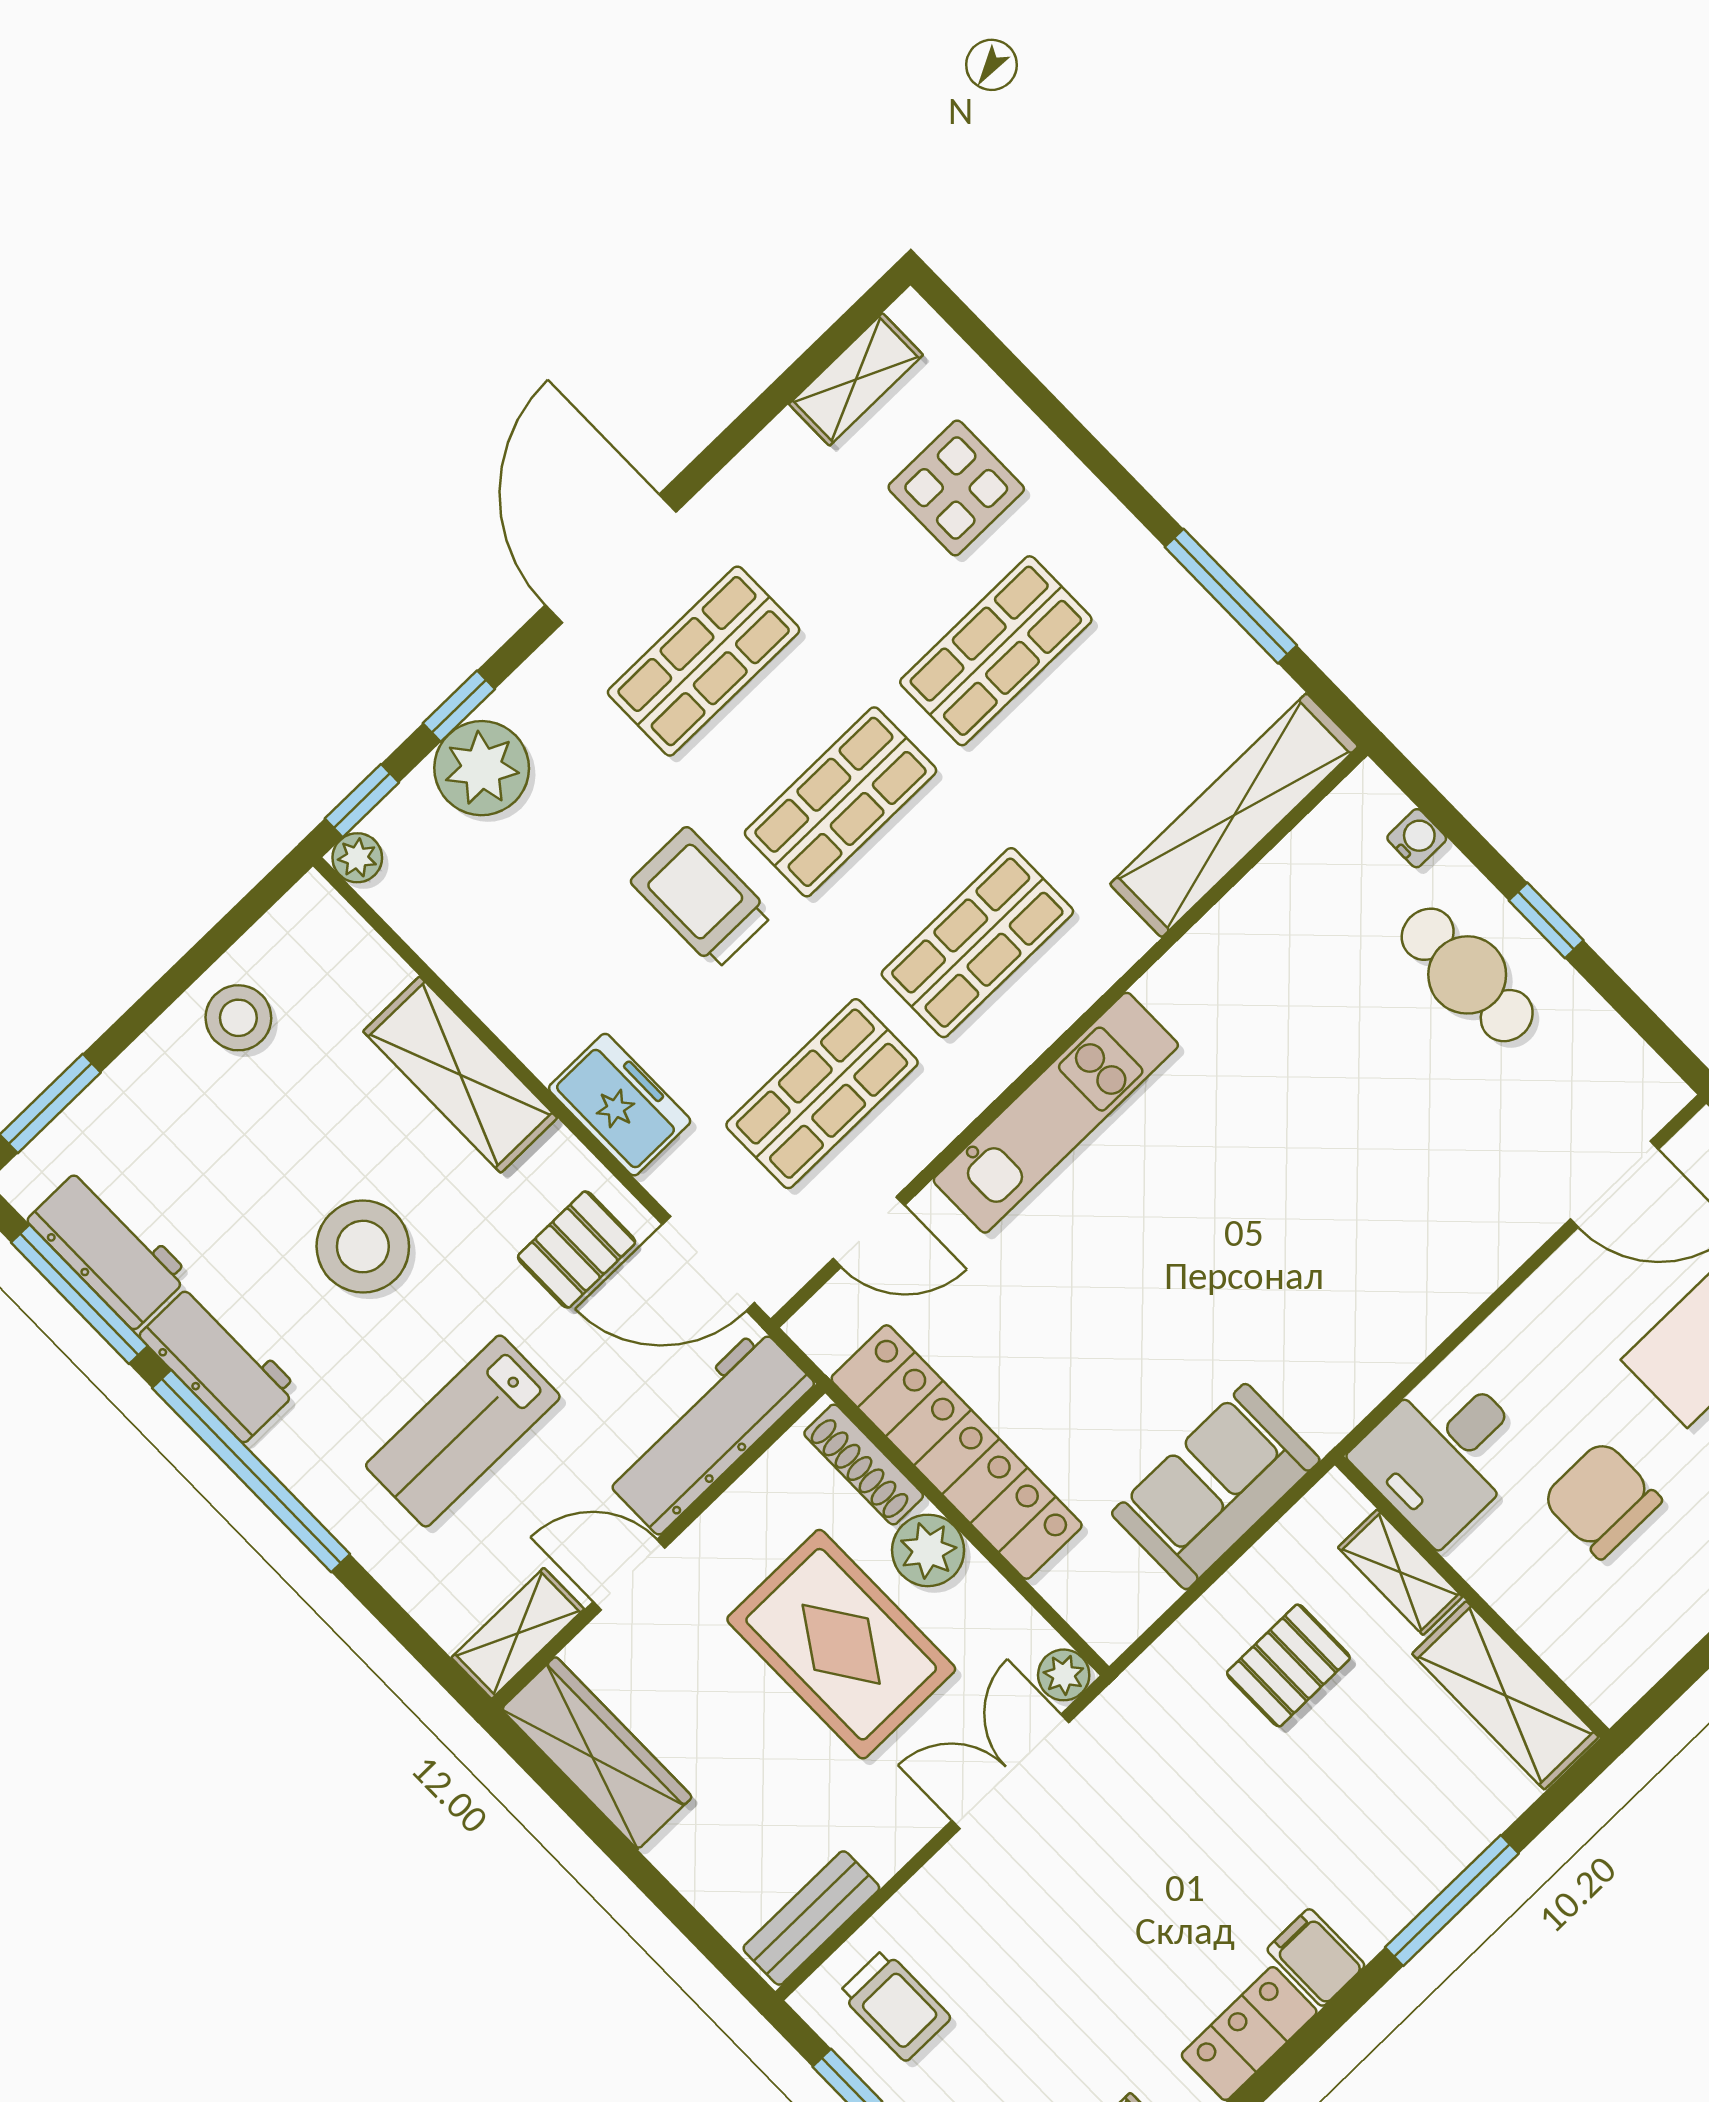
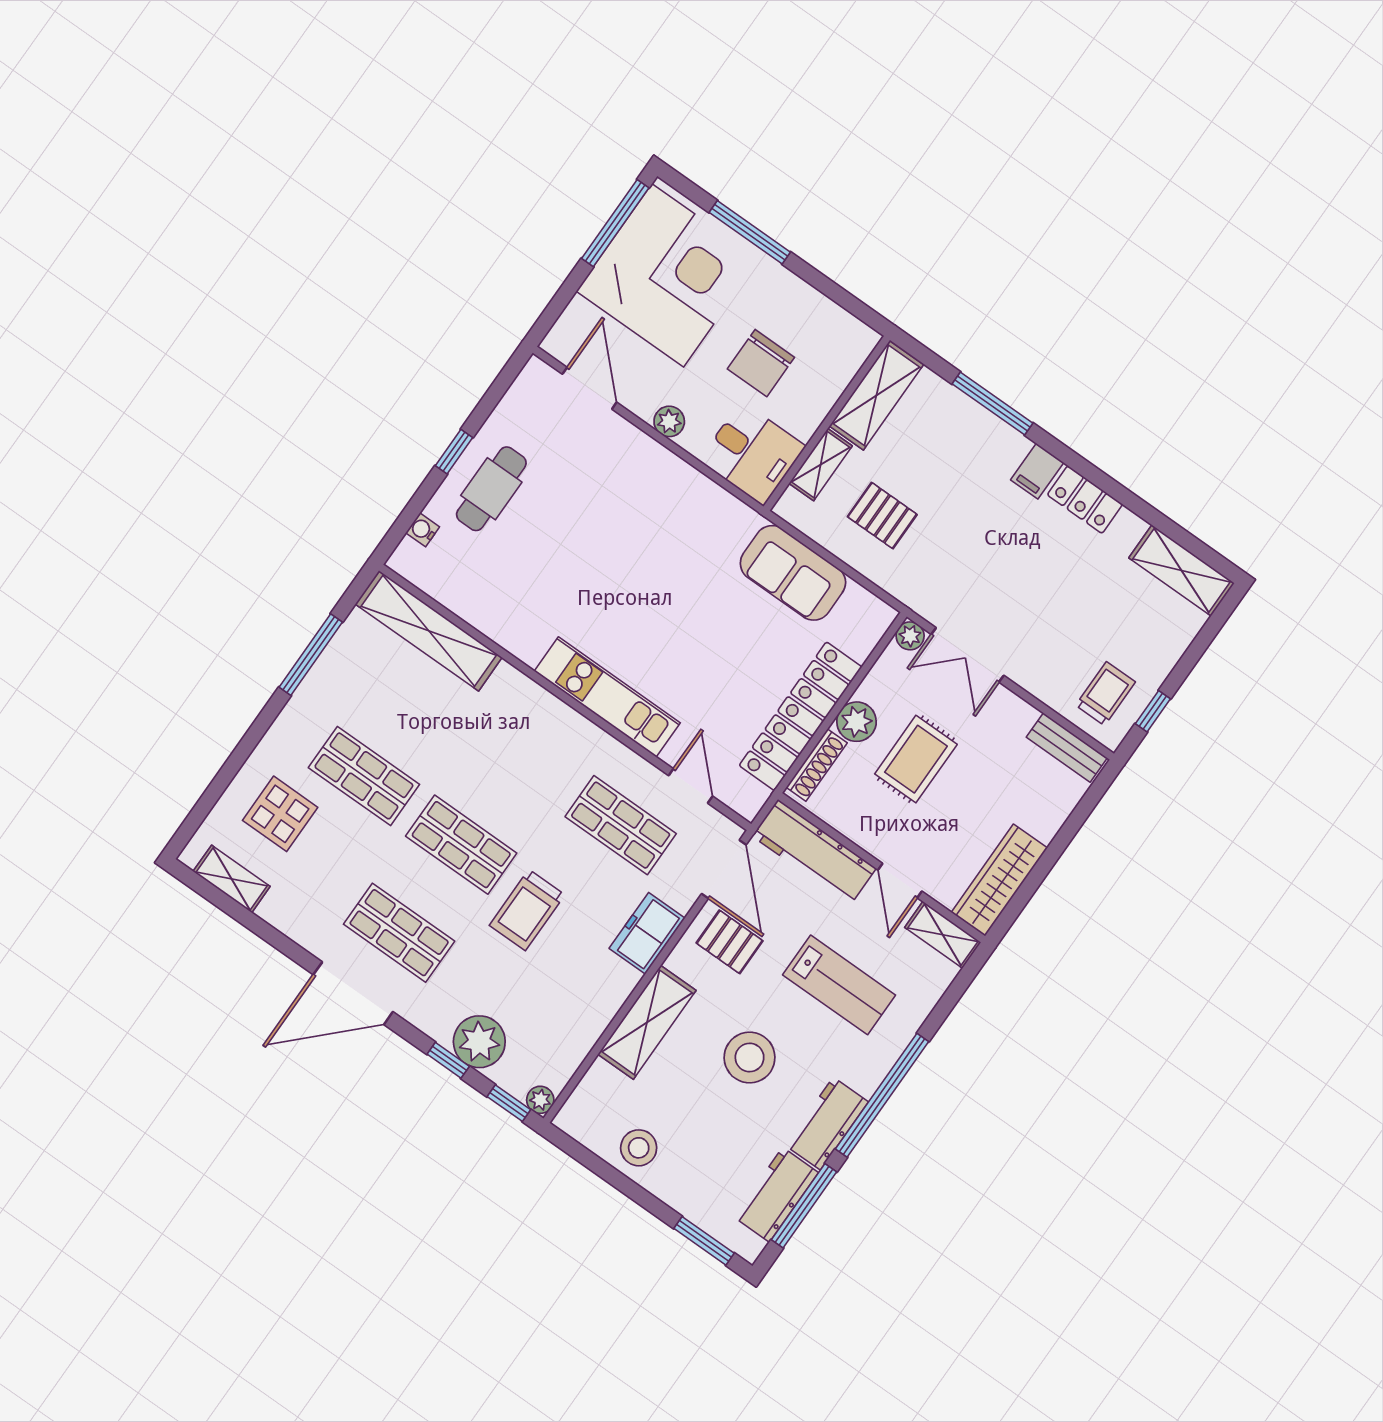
shop shelf: (977, 943) -> (523, 756), removed
plant: (1528, 1316) -> (669, 421), added
rug: (841, 1644) -> (916, 759), width x0.73, depth x0.70

